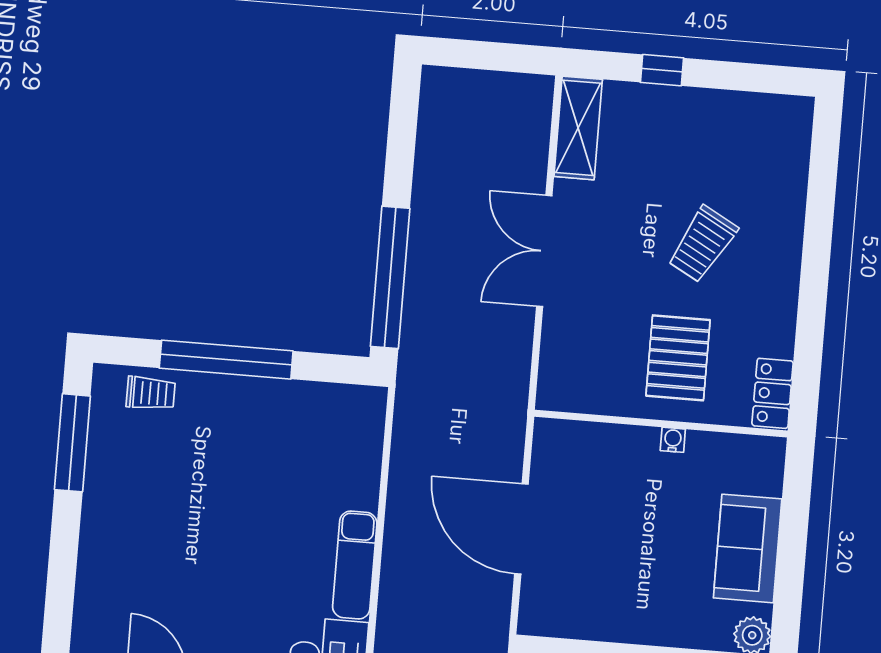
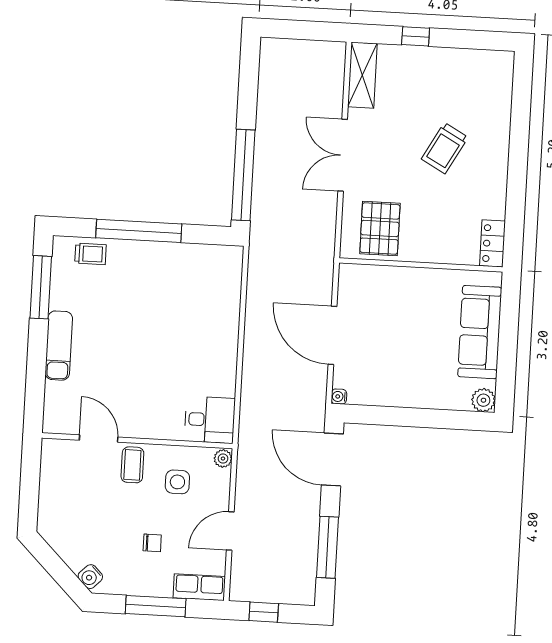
pallet: (678, 358) -> (380, 229), moved
water cooler: (673, 440) -> (339, 397), moved, turned -90
sofa: (748, 548) -> (480, 332), width x1.36
exam couch: (355, 565) -> (59, 346), moved, turned 180

